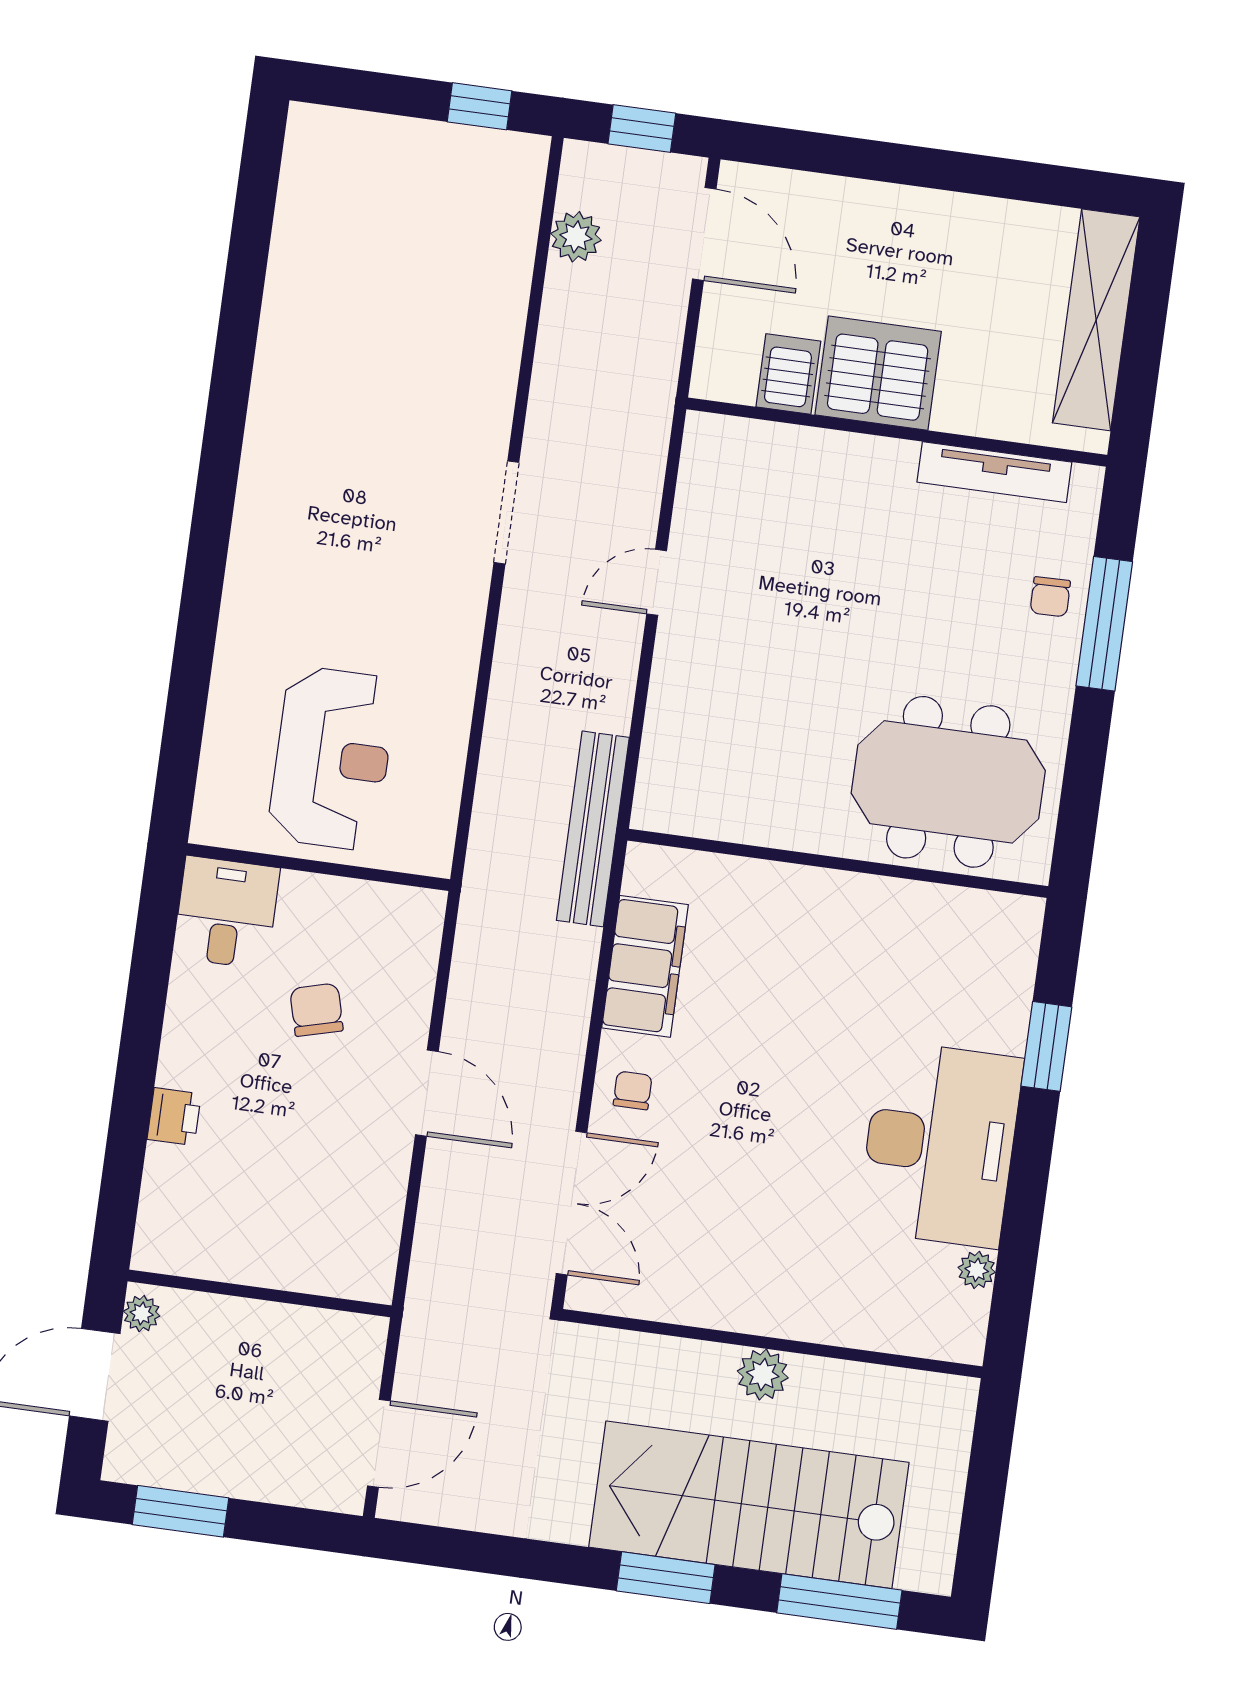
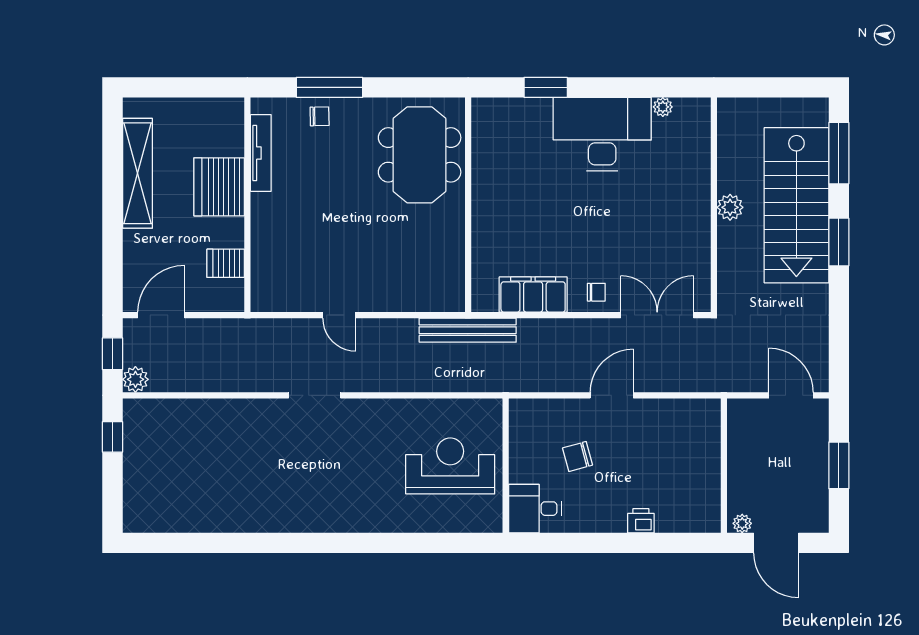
plant: (576, 237) -> (135, 379), moved
shelving: (1096, 320) -> (137, 173), moved, turned 90
server rack: (878, 373) -> (219, 187), moved
chair: (633, 1090) -> (596, 292), turned 180
window: (180, 1511) -> (839, 465), moved

